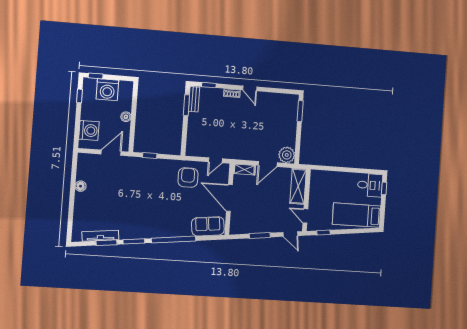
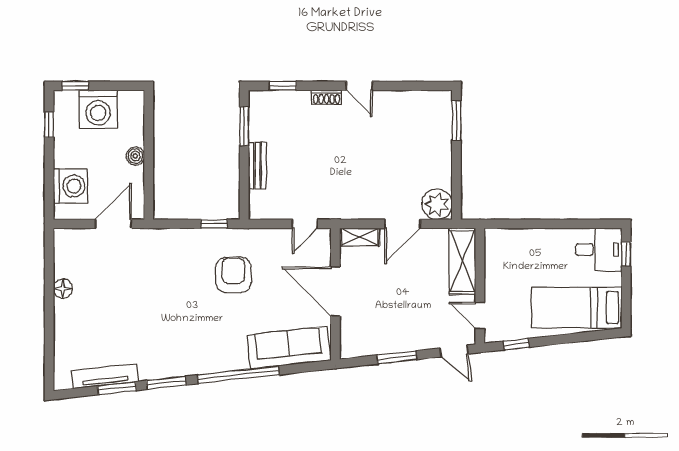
bench: (194, 99) -> (257, 165), moved
window: (150, 155) -> (214, 224), moved
armchair: (188, 177) -> (233, 275), moved
sofa: (208, 226) -> (289, 348), width x1.36

